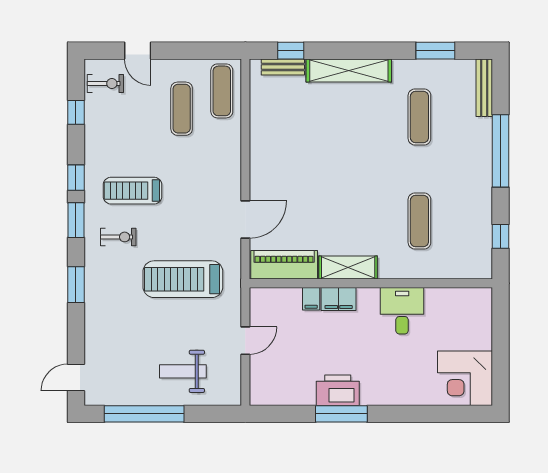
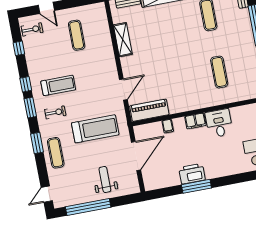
exercise mat: (222, 91) -> (56, 153), moved
treadmill: (132, 191) -> (58, 85), turned 180
shelving: (348, 268) -> (123, 40), moved, turned 90
treadmill: (183, 279) -> (95, 129), turned 180
filing cabinet: (339, 299) -> (195, 121), moved
door: (245, 341) -> (136, 156), width x1.88
weight bench: (183, 371) -> (105, 180), turned 90

